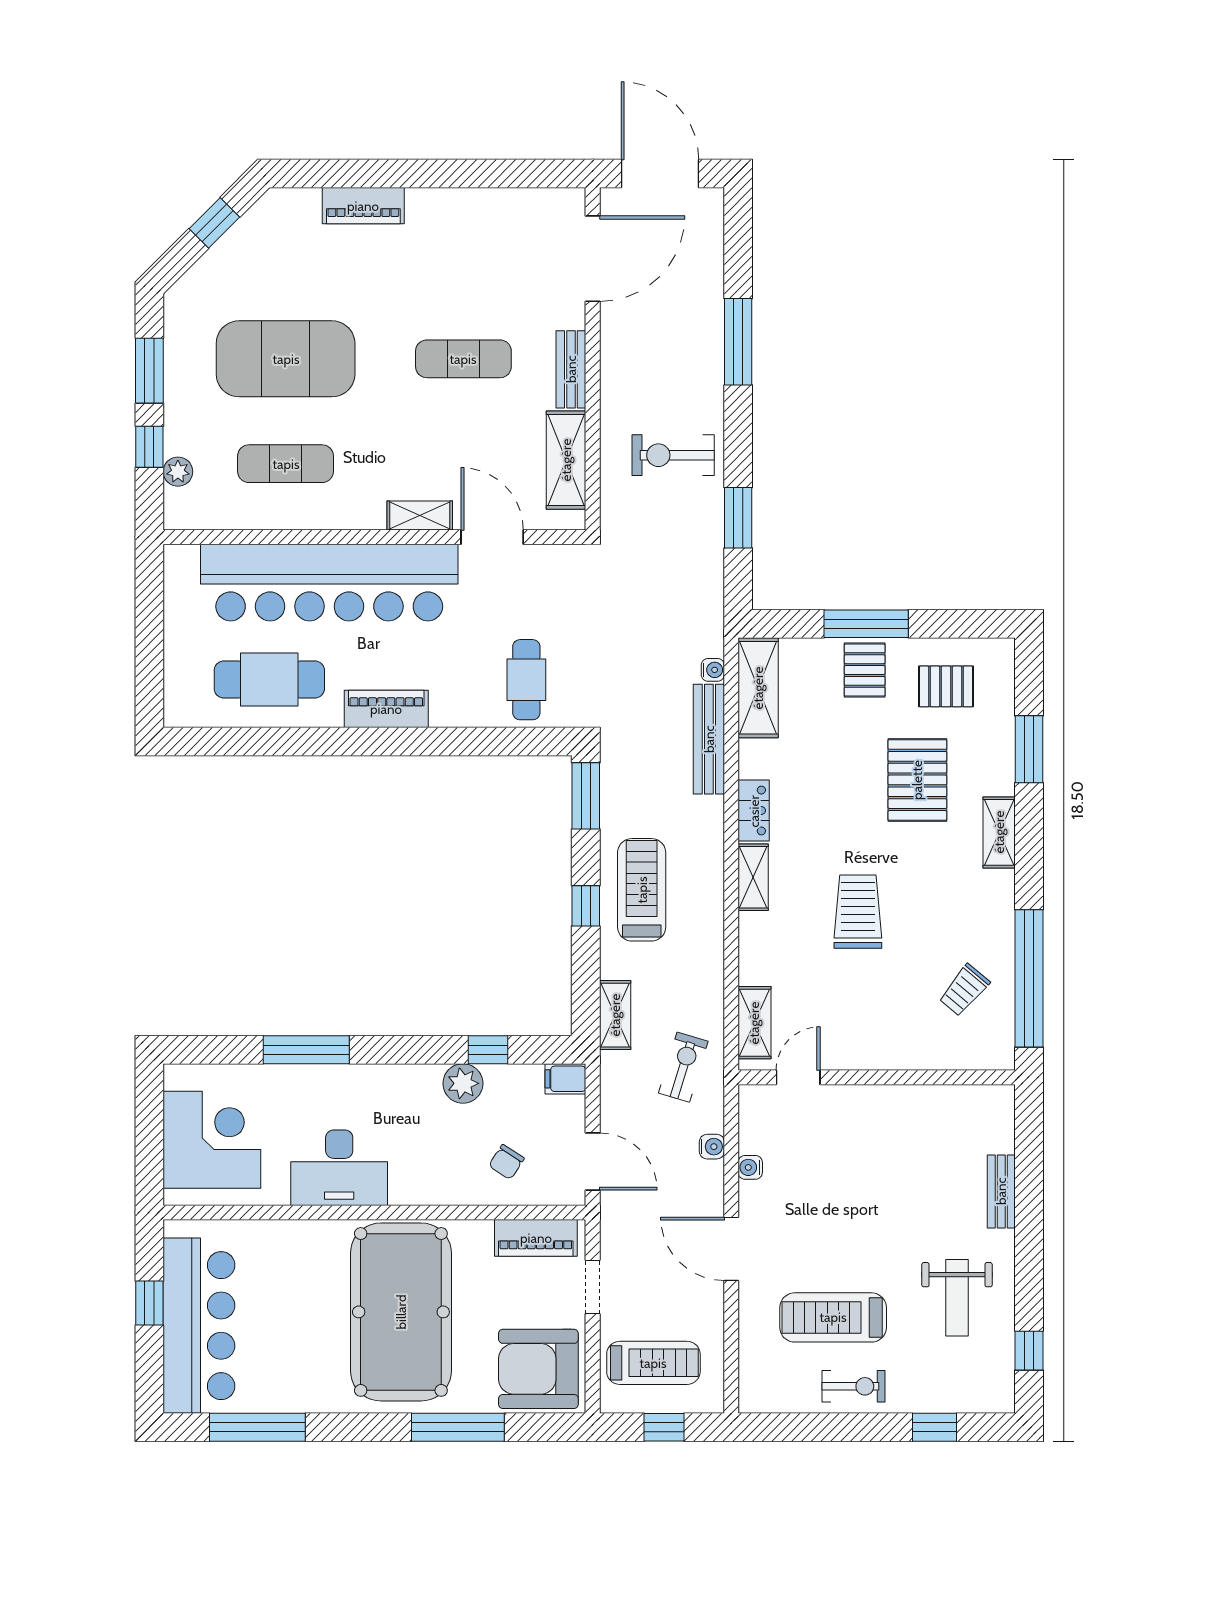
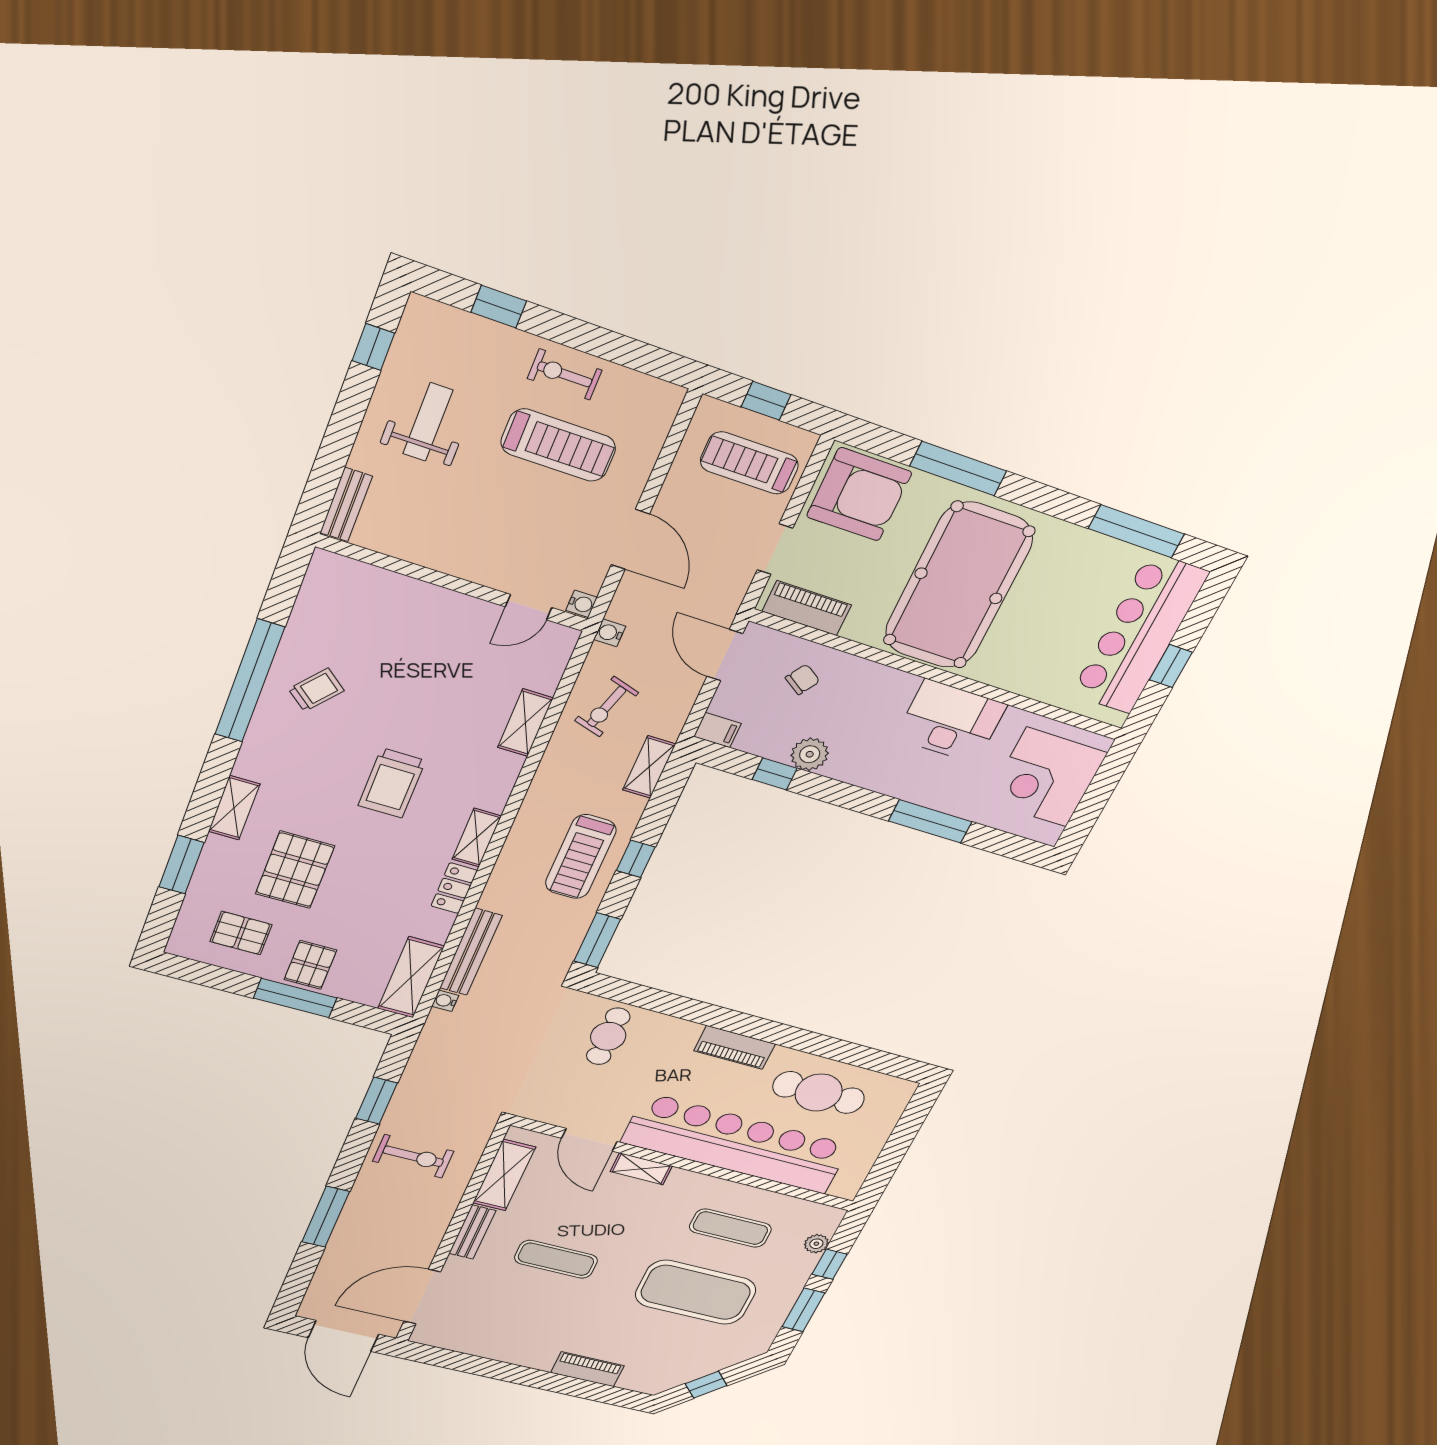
door: (798, 1077) -> (529, 607), moved
wall: (877, 1077) -> (453, 583), moved

